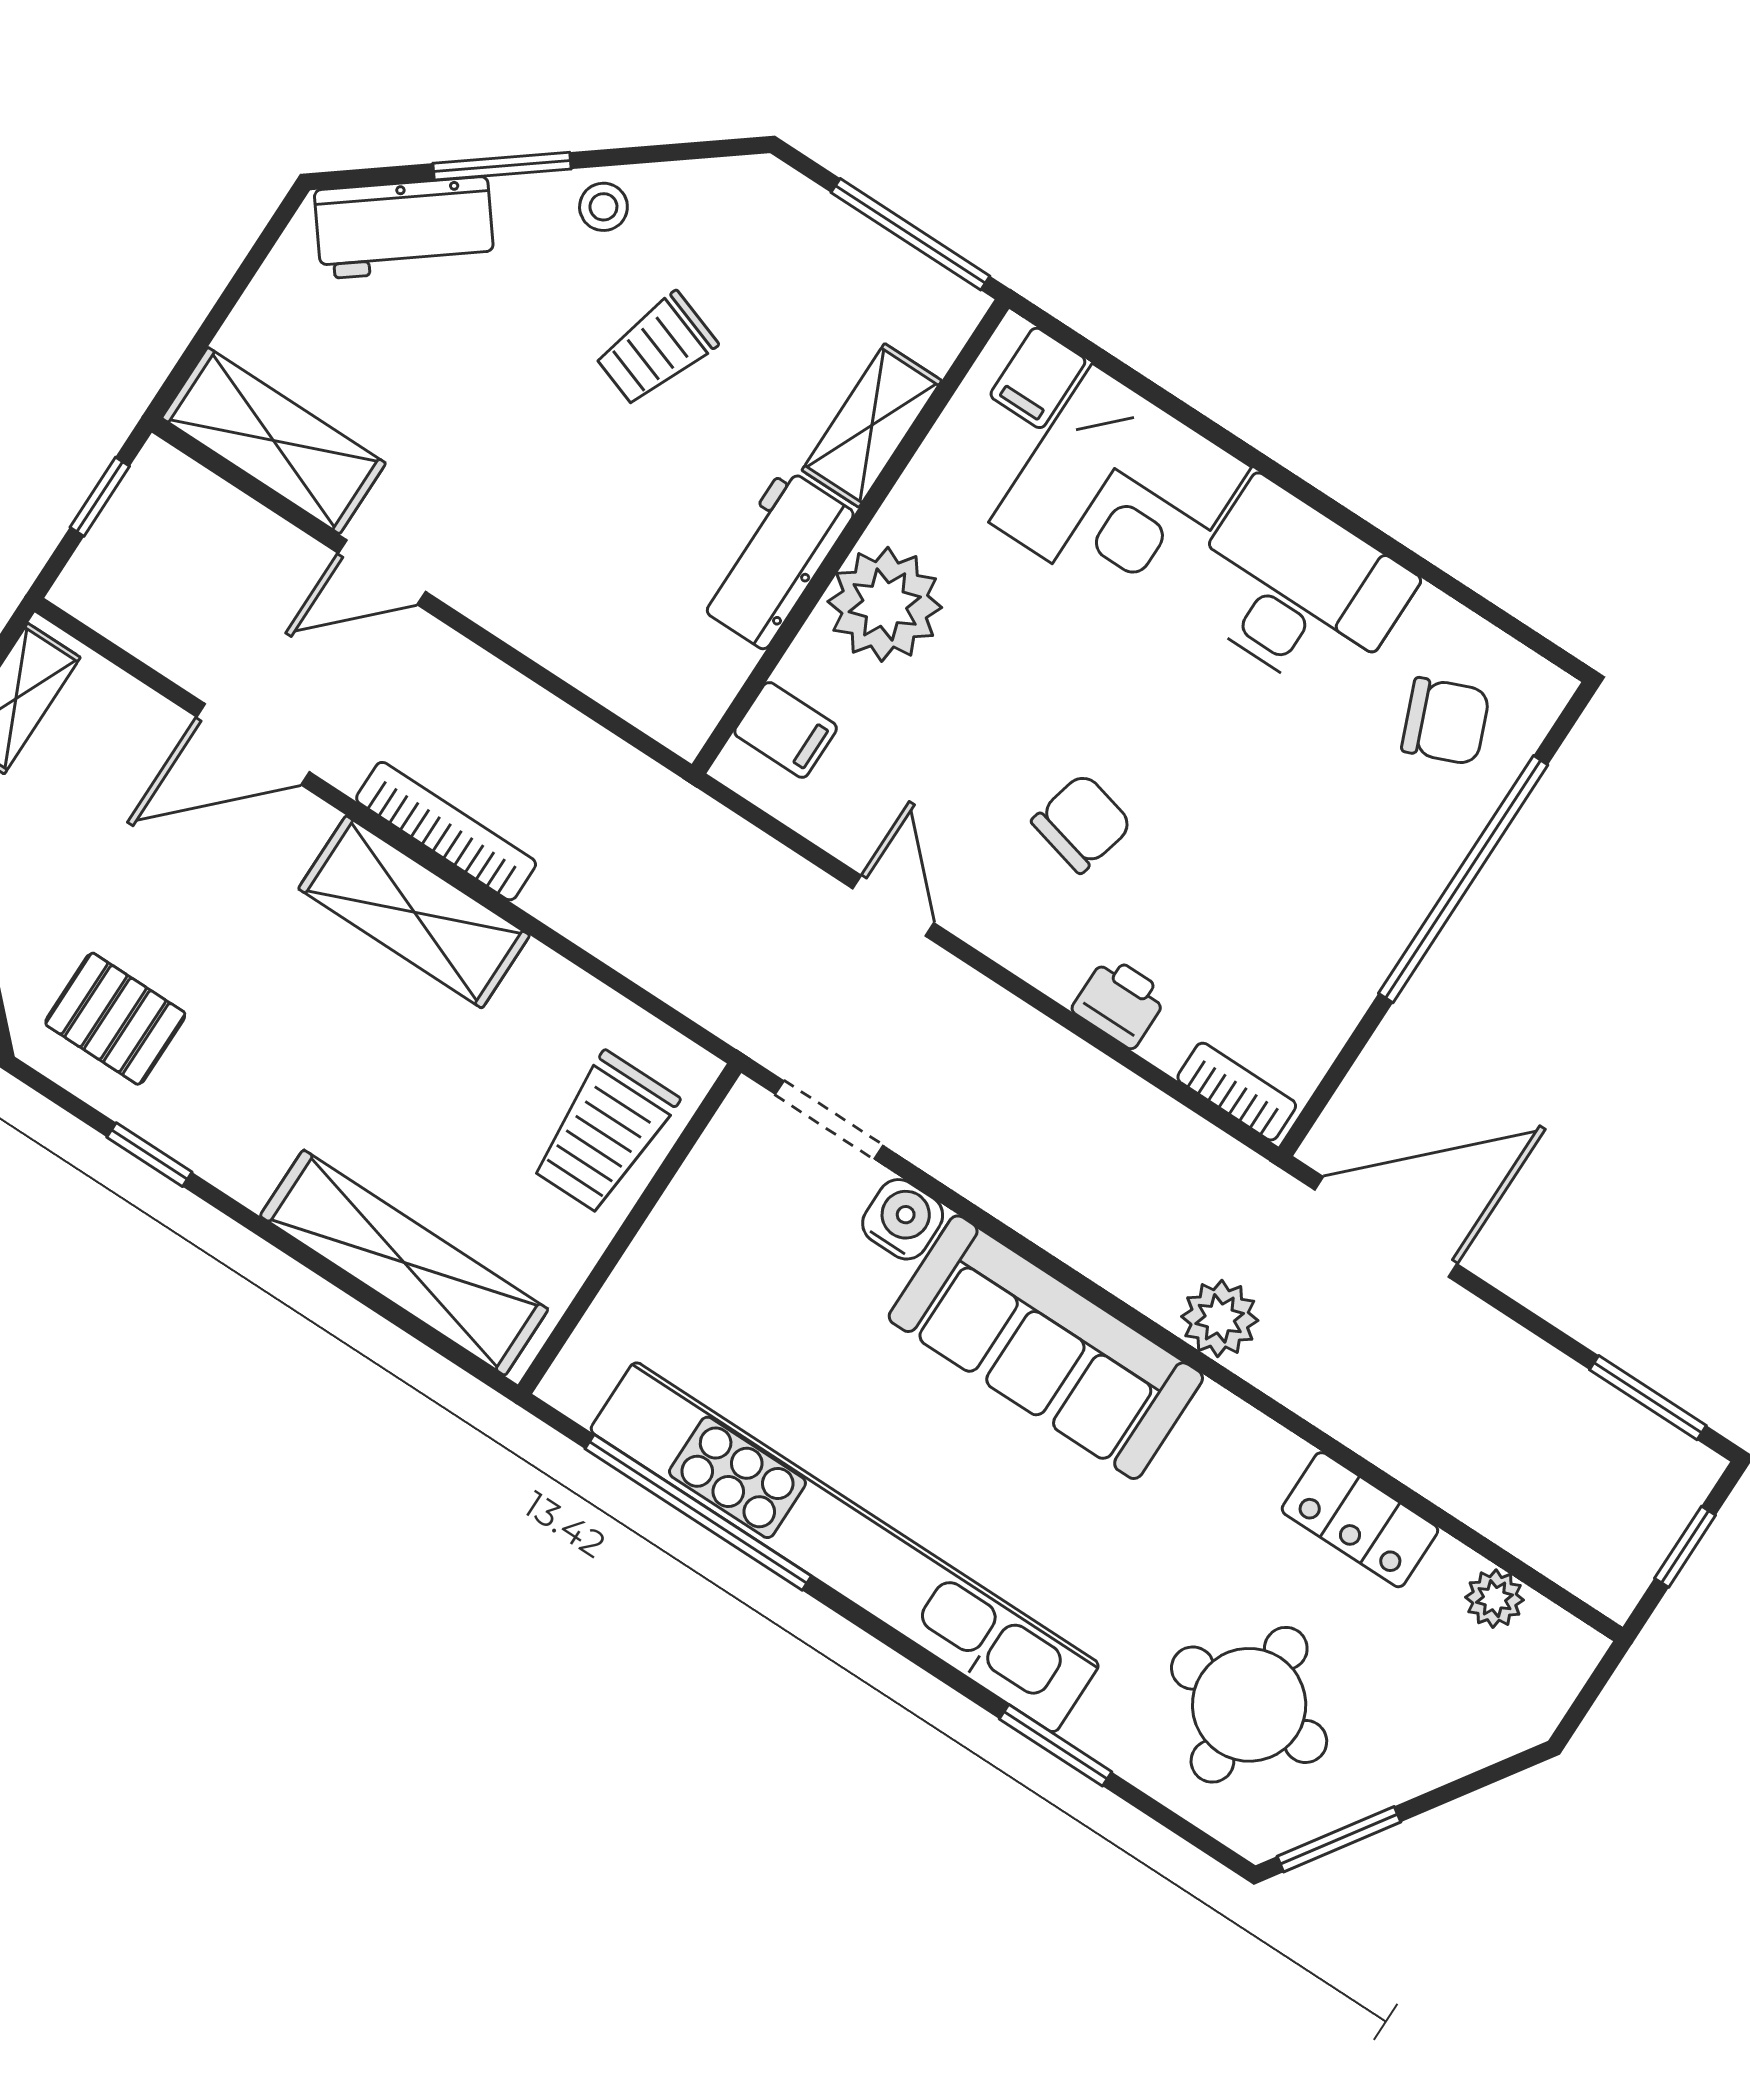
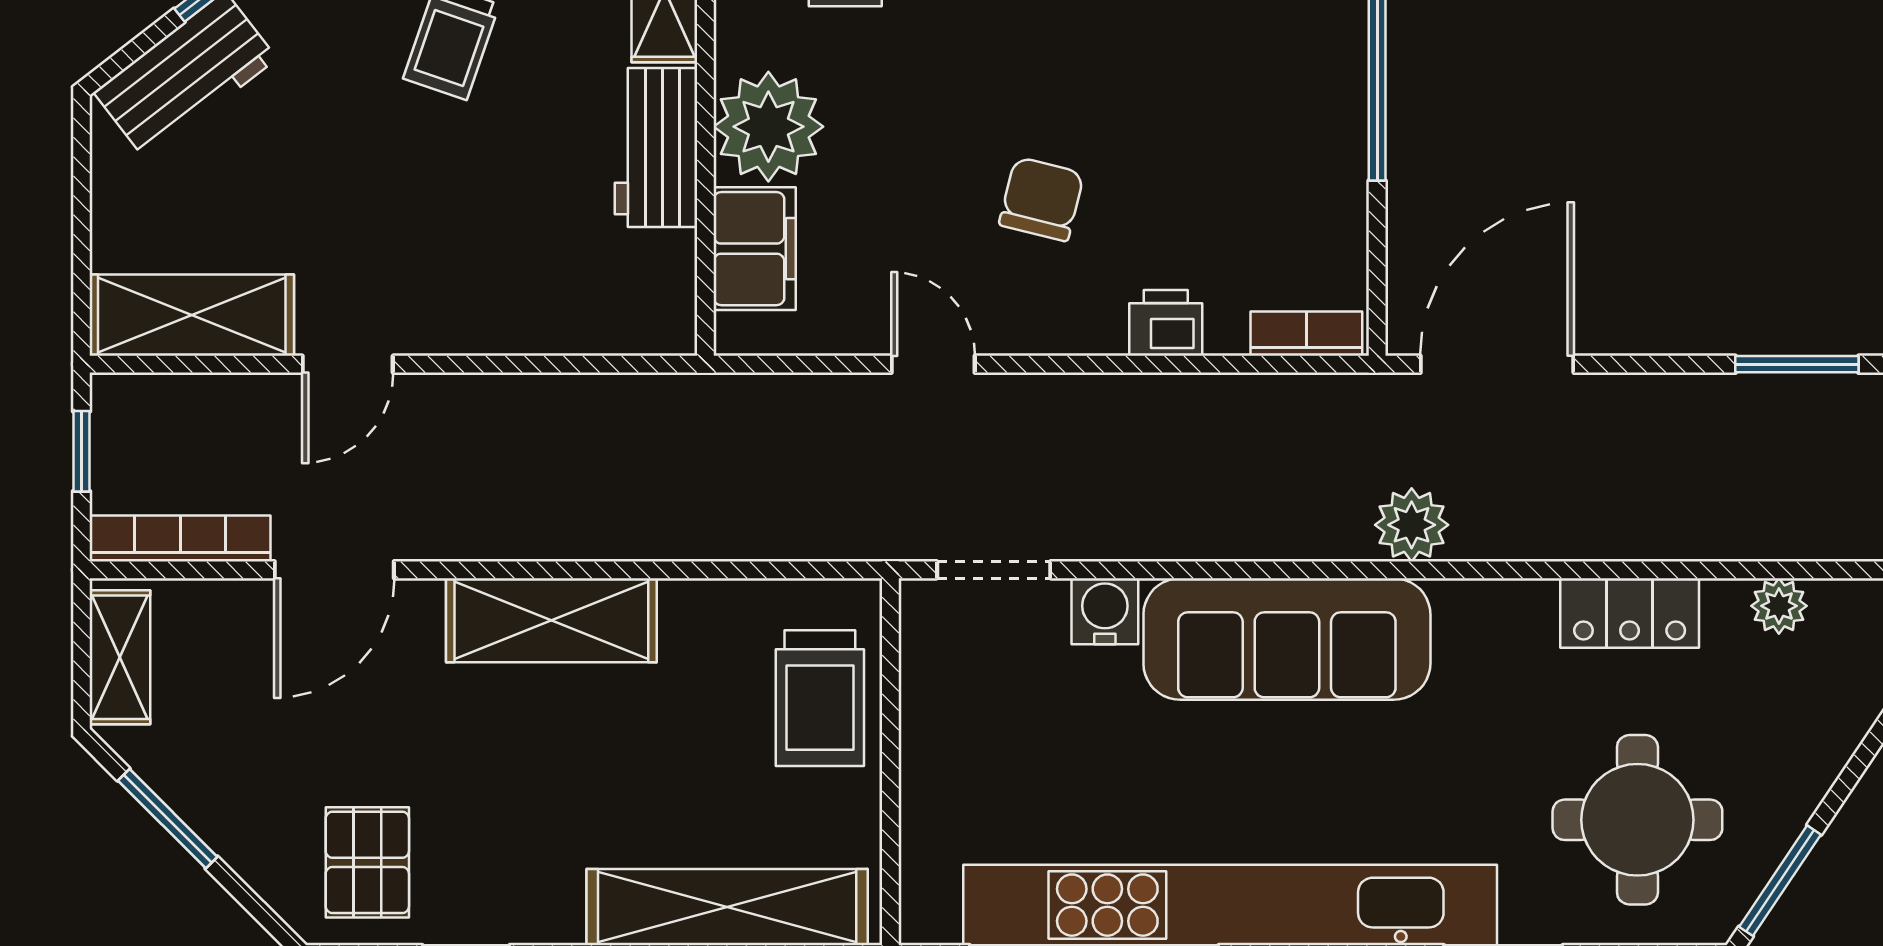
filing cabinet: (786, 730) -> (755, 249), width x2.00
bookcase: (446, 831) -> (180, 538), moved
pallet: (115, 1019) -> (367, 862), turned 90

